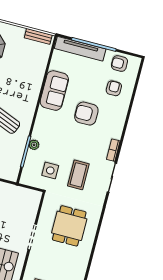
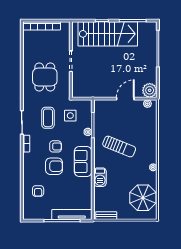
armchair: (119, 63) -> (56, 146), moved
barbecue: (34, 85) -> (100, 177), added
sofa: (54, 91) -> (83, 162), moved

